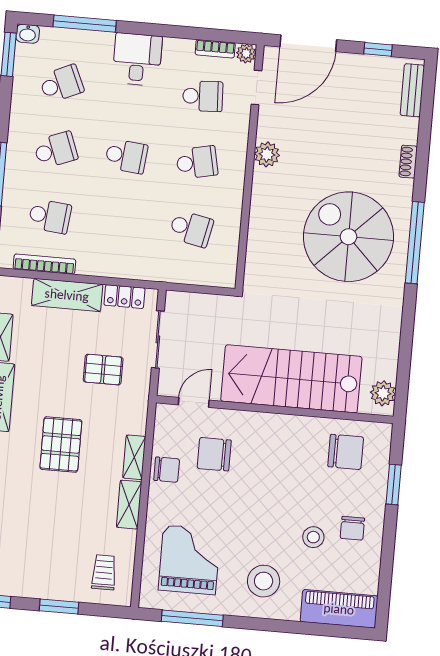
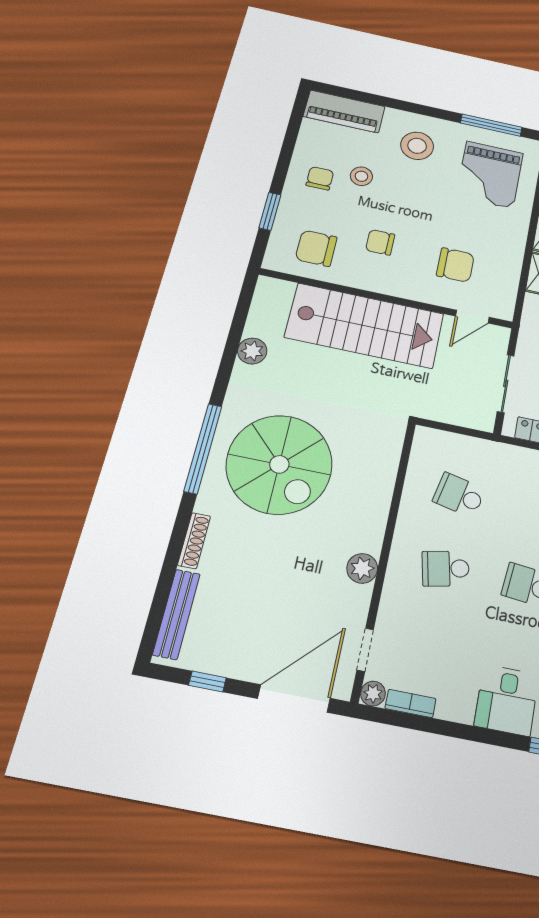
bench: (412, 90) -> (177, 614), width x1.36
school desk: (203, 96) -> (431, 646), removed
shoe rack: (408, 162) -> (194, 541), width x1.43
plant: (383, 393) -> (252, 351), moved
chair: (167, 470) -> (380, 242), moved

